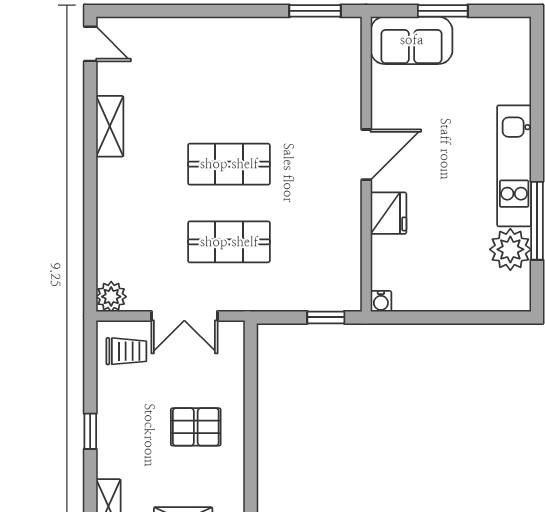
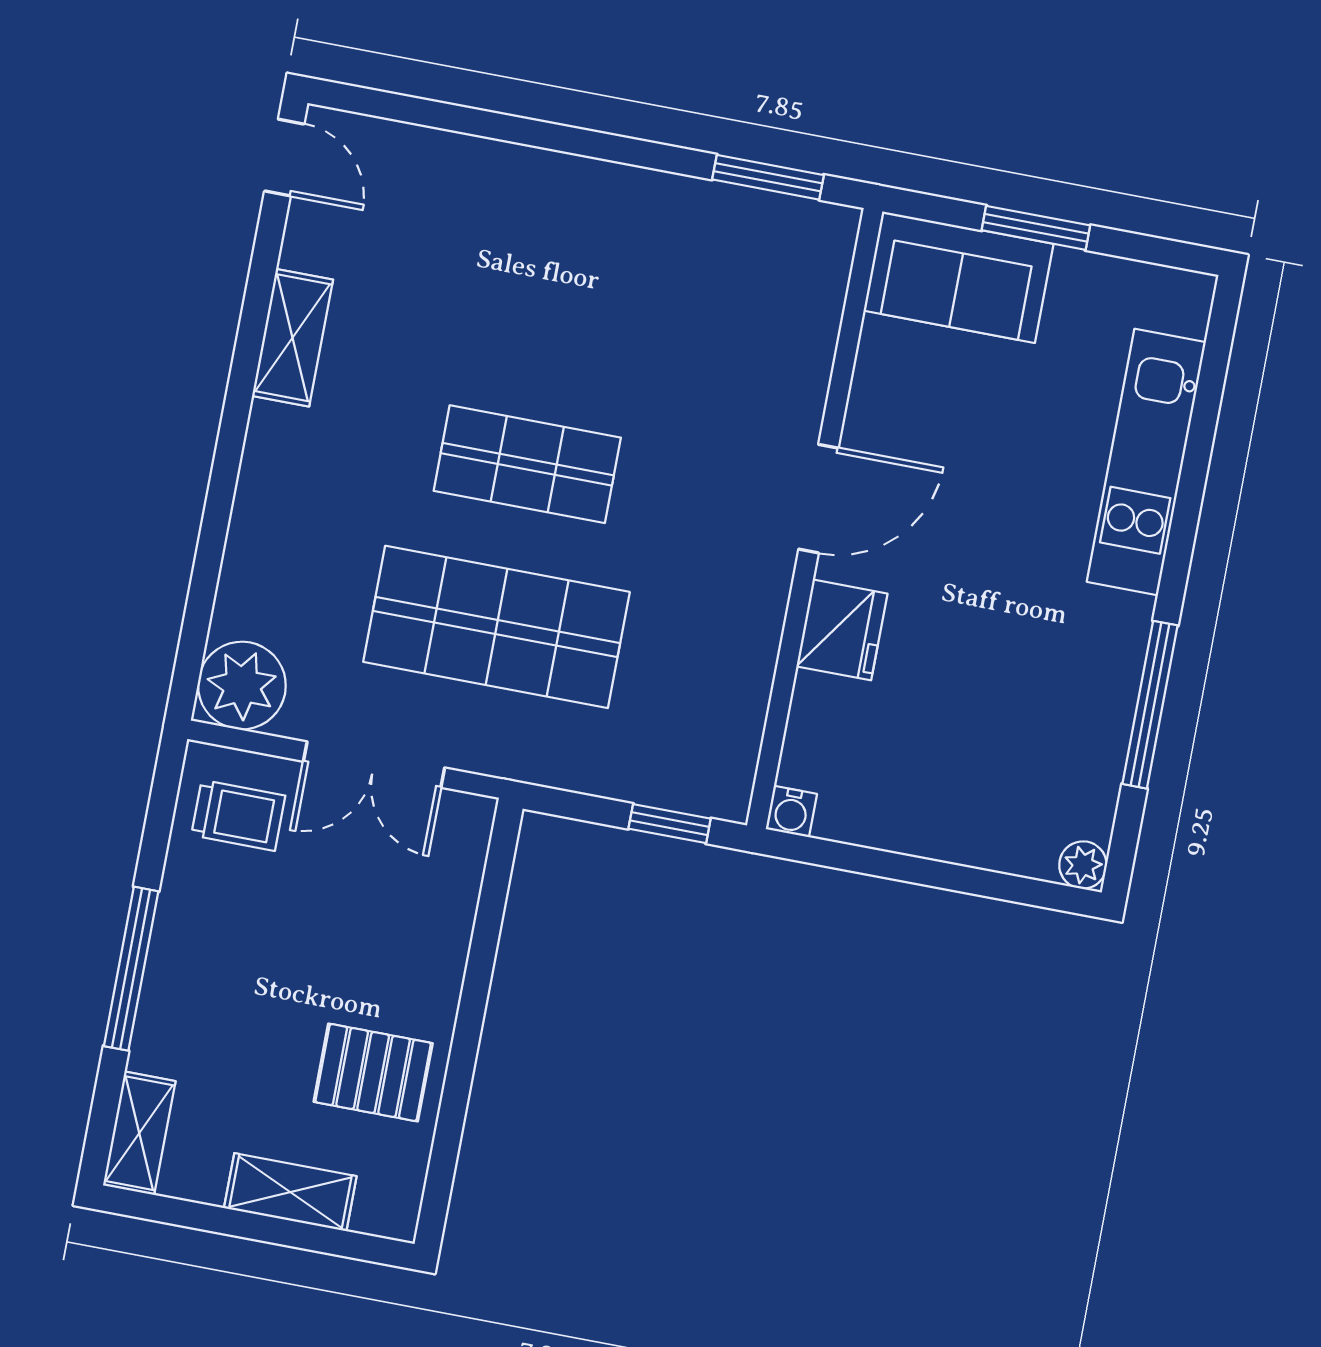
kitchen unit: (514, 166) -> (1146, 462), moved
shop shelf: (229, 242) -> (497, 627), width x1.43, depth x1.36
plant: (510, 249) -> (1083, 865), moved, width x0.53, depth x0.53
plant: (111, 297) -> (242, 686), width x1.36, depth x1.36
pallet: (196, 427) -> (373, 1072), moved
window: (90, 431) -> (131, 969), width x2.17

